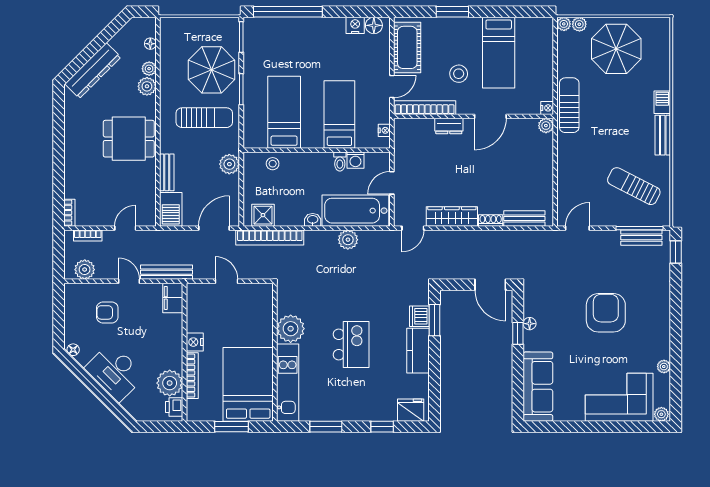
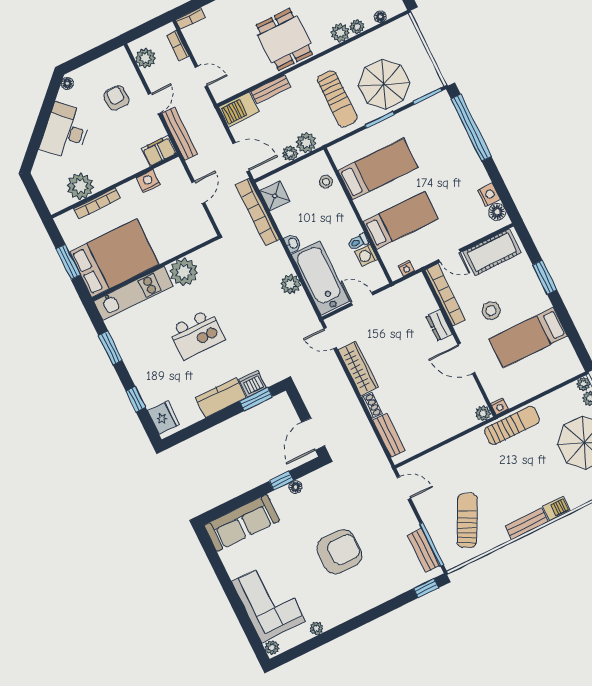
plant: (232, 183) -> (290, 153), added
nightstand: (195, 342) -> (148, 181), moved
printer: (174, 407) -> (60, 201), removed

